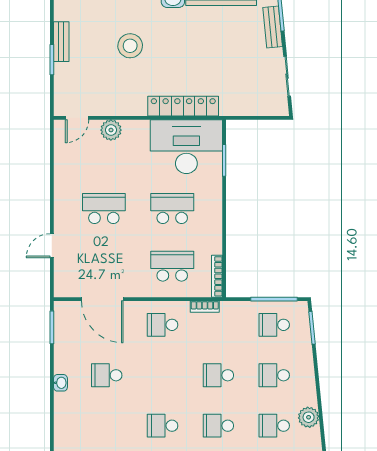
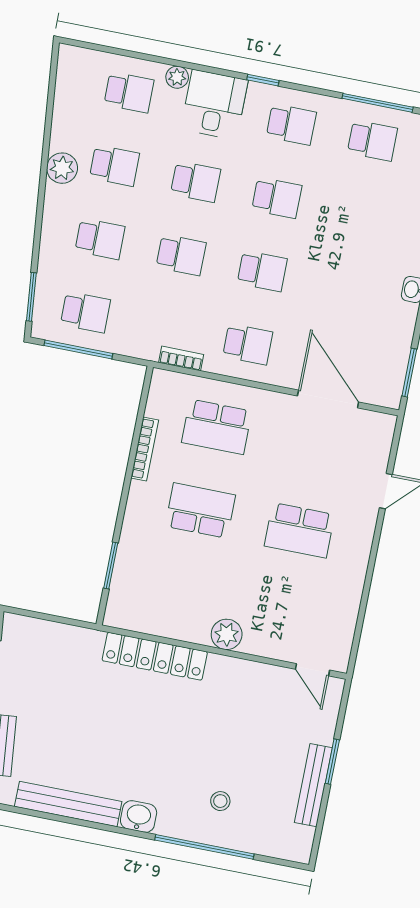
bench: (61, 42) -> (313, 785), width x1.36
stool: (130, 46) -> (220, 801), moved, width x0.53, depth x0.53
door: (77, 118) -> (312, 670), swing flipped
plant: (111, 130) -> (227, 634), moved
desk: (186, 147) -> (162, 596), removed
school desk: (172, 209) -> (200, 511), turned 180
bookcase: (217, 276) -> (145, 449), moved
school desk: (107, 375) -> (262, 271), moved

